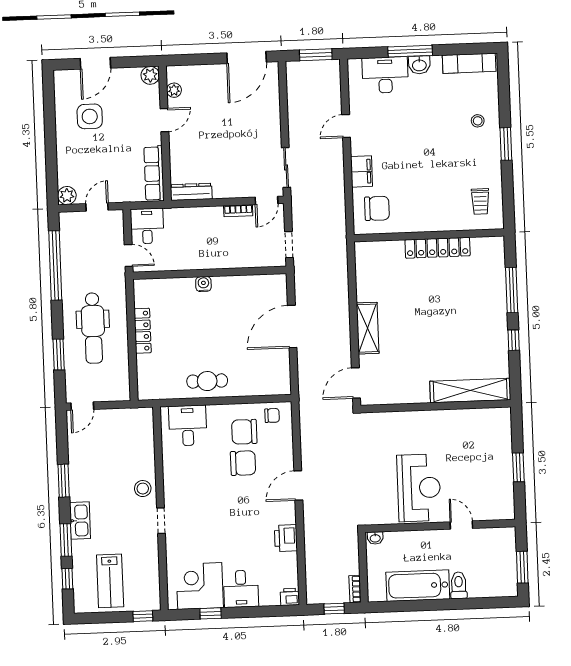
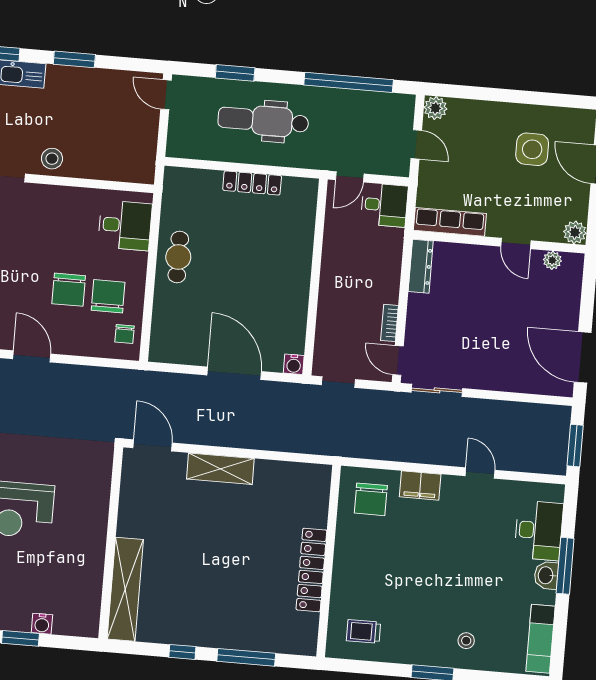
water cooler: (203, 284) -> (294, 364), moved, turned 90
water cooler: (505, 452) -> (42, 624), added

